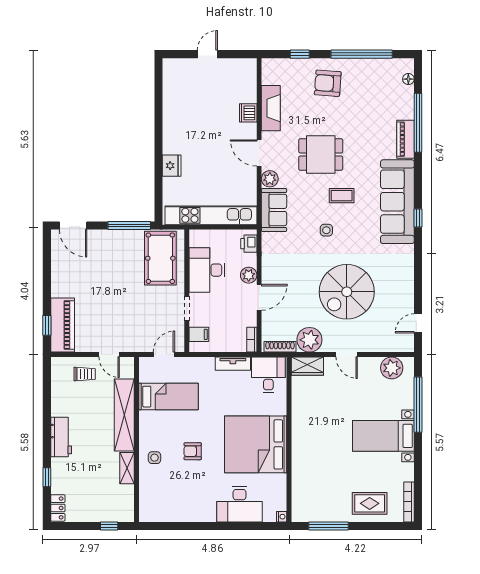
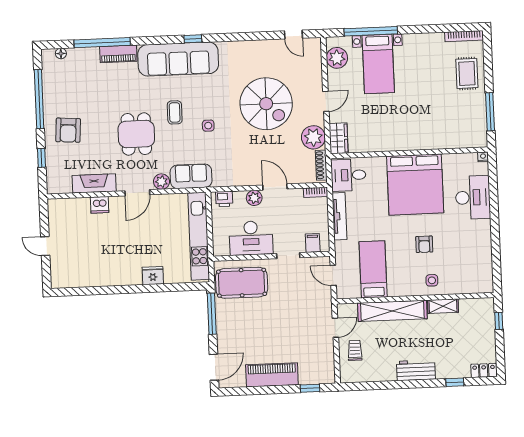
piano: (63, 325) -> (272, 375), moved
tv unit: (233, 364) -> (339, 216), width x1.41
bed with nightstands: (383, 436) -> (378, 64), moved

